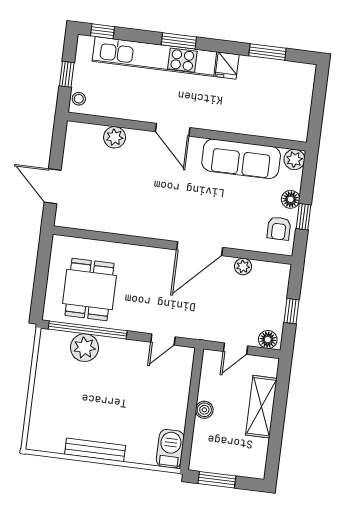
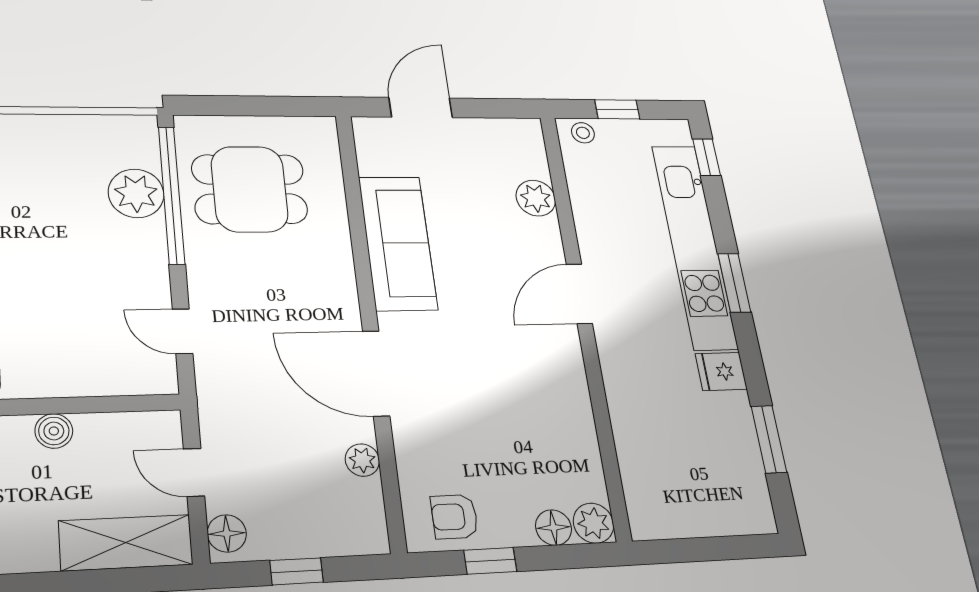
sofa: (241, 159) -> (398, 243), moved, turned 180
floor lamp: (291, 199) -> (554, 528), moved
shelving: (261, 407) -> (126, 543), moved

